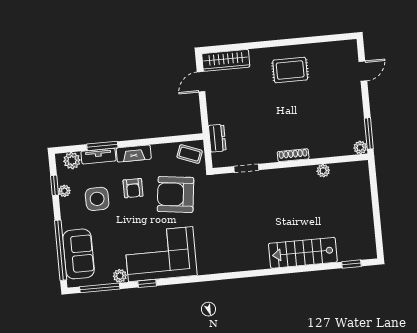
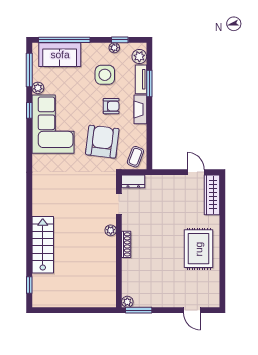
rug: (290, 70) -> (199, 249), width x1.36, depth x1.43
dresser: (217, 138) -> (133, 181), moved
plant: (323, 171) -> (111, 230), moved
armchair: (133, 188) -> (111, 106), turned 180

